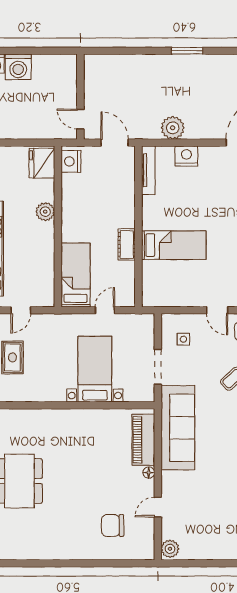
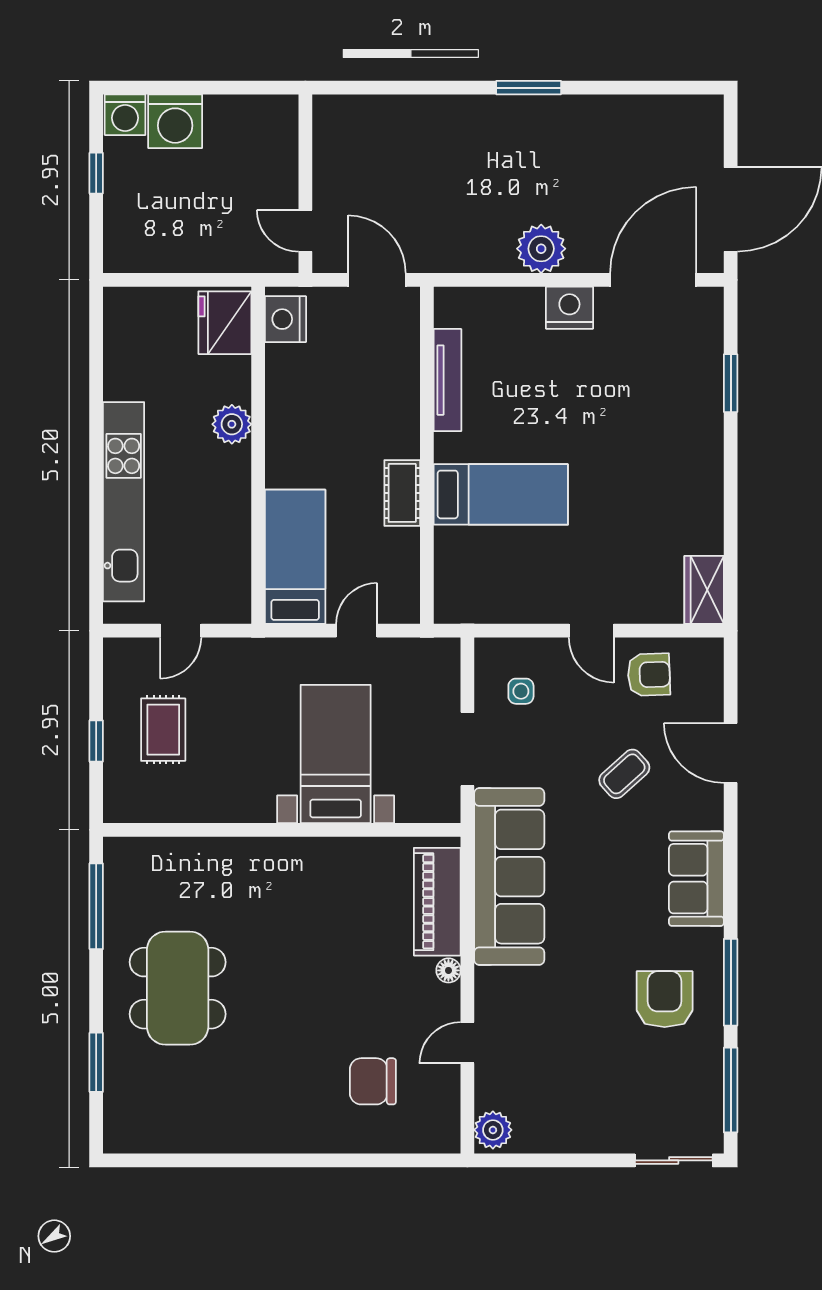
plant: (173, 128) -> (541, 249), moved
nightstand: (186, 156) -> (569, 308), moved
tv unit: (148, 170) -> (447, 380), moved

